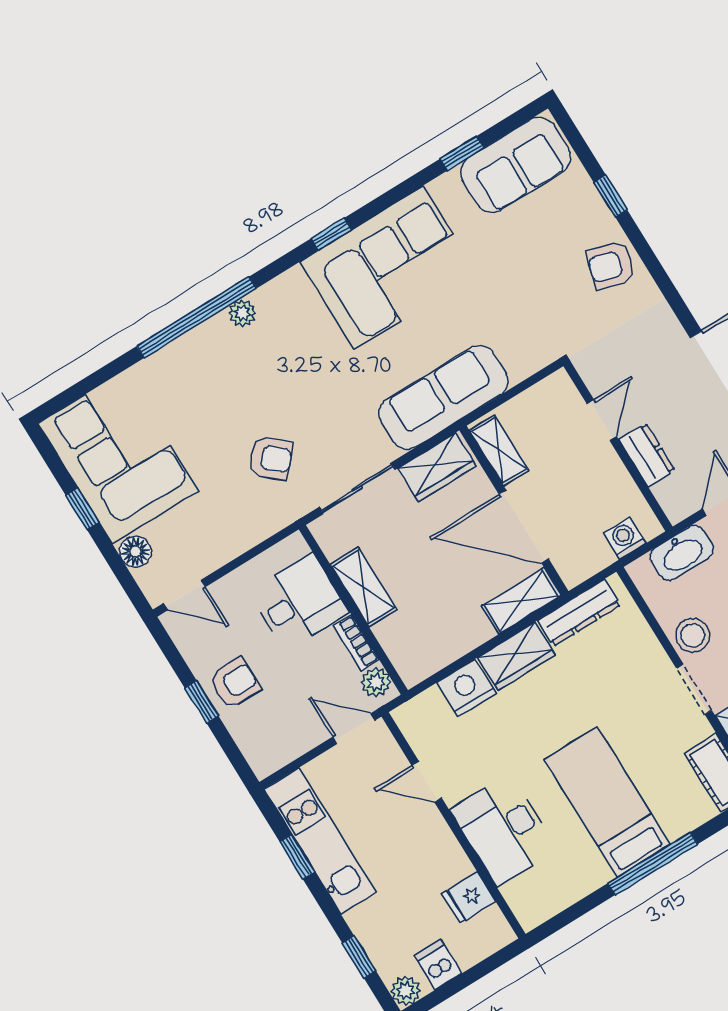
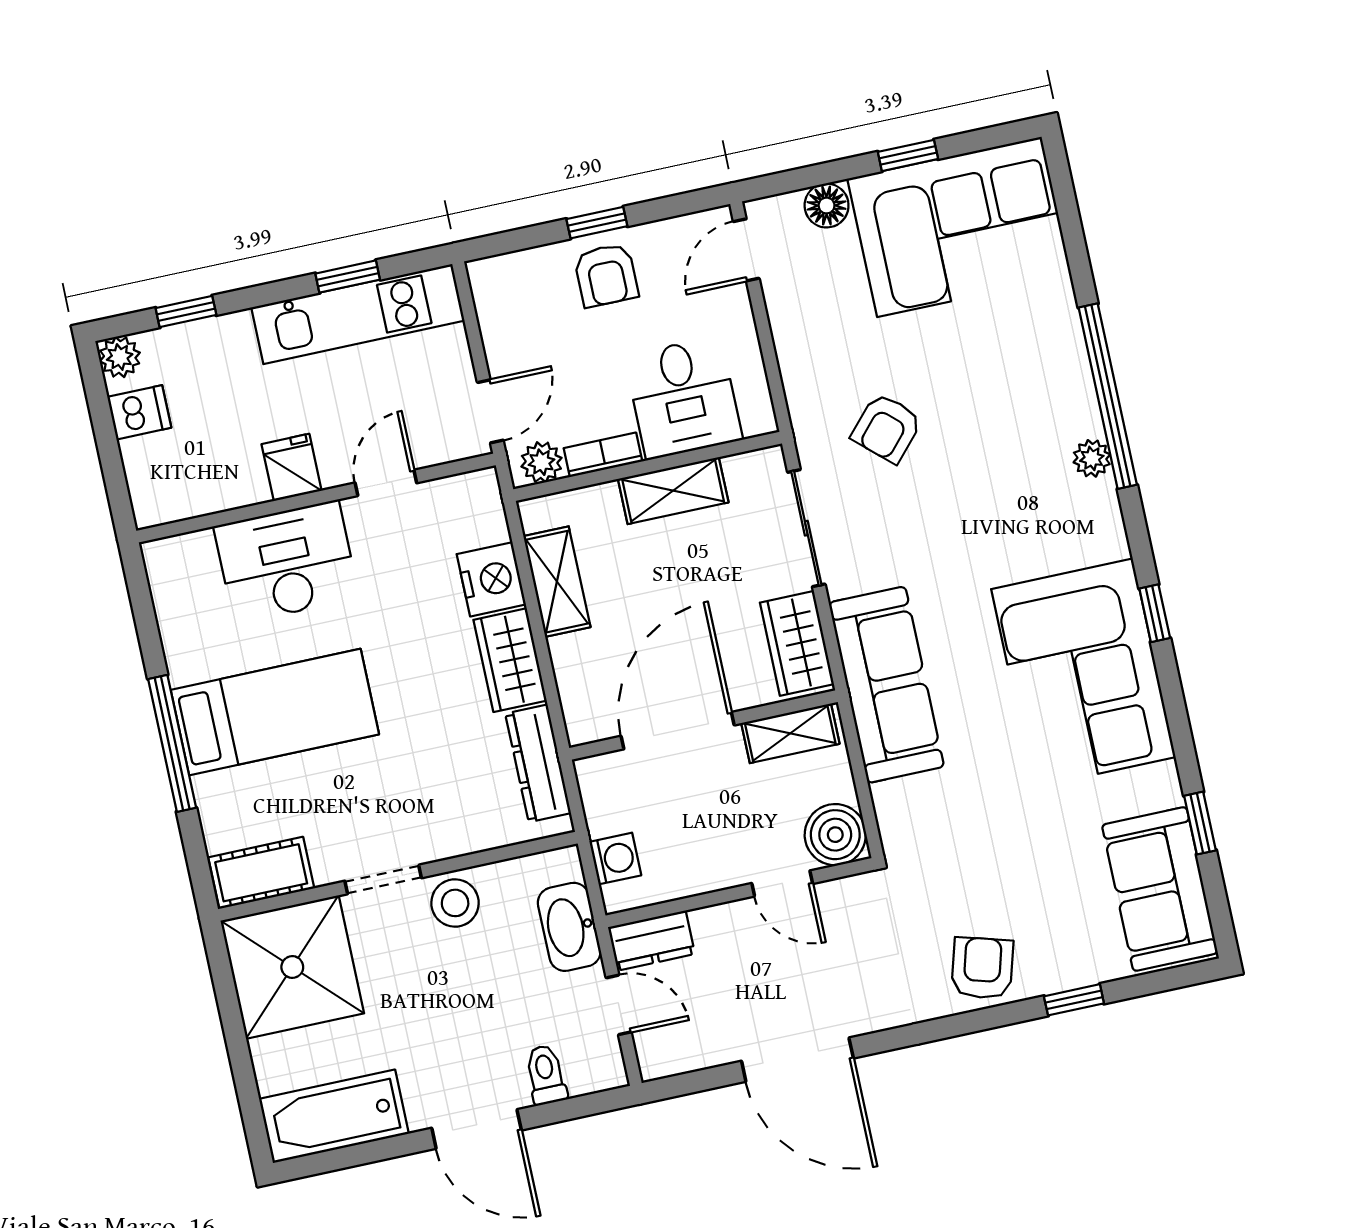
boiler: (556, 396) -> (835, 835), added
dresser: (647, 455) -> (651, 941), moved
shelving: (521, 601) -> (557, 582), moved
fridge: (469, 898) -> (292, 467), moved

